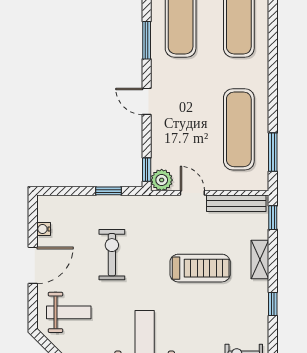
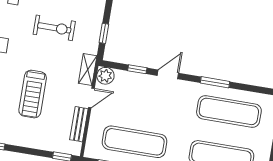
window: (147, 170) -> (137, 69), moved
bench: (236, 203) -> (79, 124), width x0.73
shelving: (260, 260) -> (88, 70), moved, turned 90

